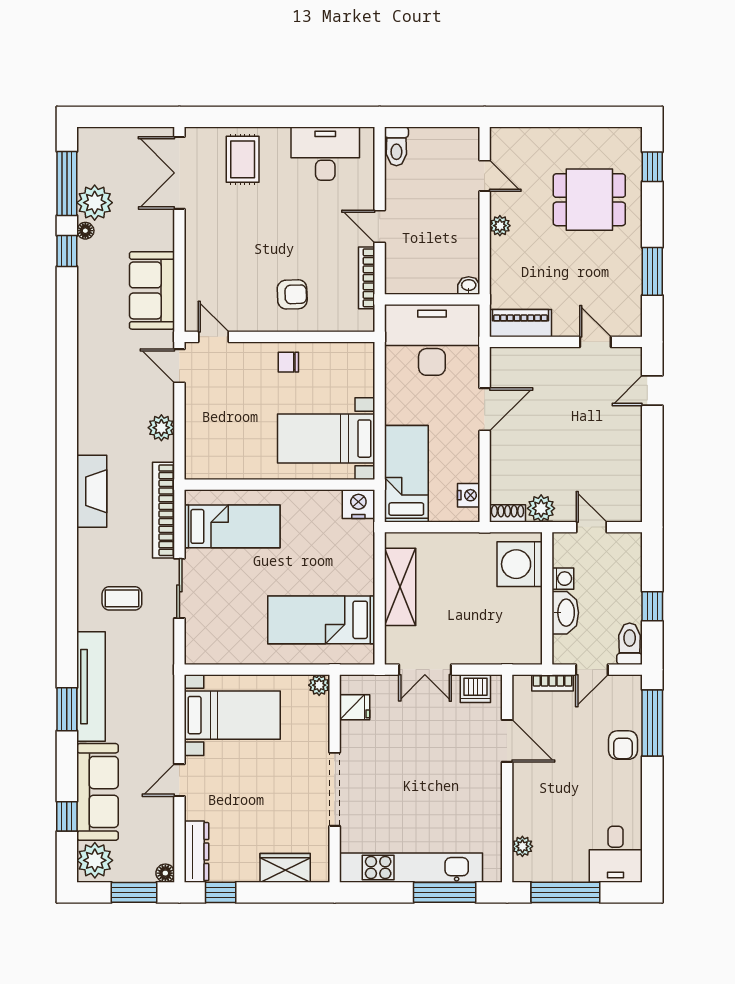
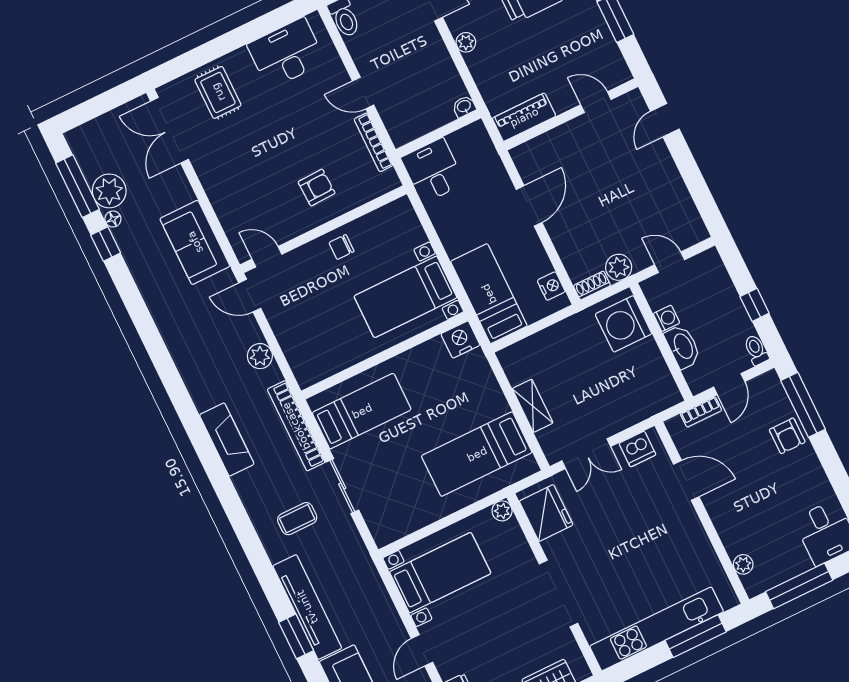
desk: (432, 340) -> (433, 171), width x0.53, depth x0.77
shelving: (400, 587) -> (533, 406), width x0.67, depth x0.75
toilet: (630, 644) -> (756, 350), width x0.73, depth x0.72
fridge: (355, 707) -> (546, 513), width x1.88, depth x1.34

